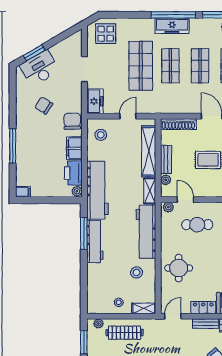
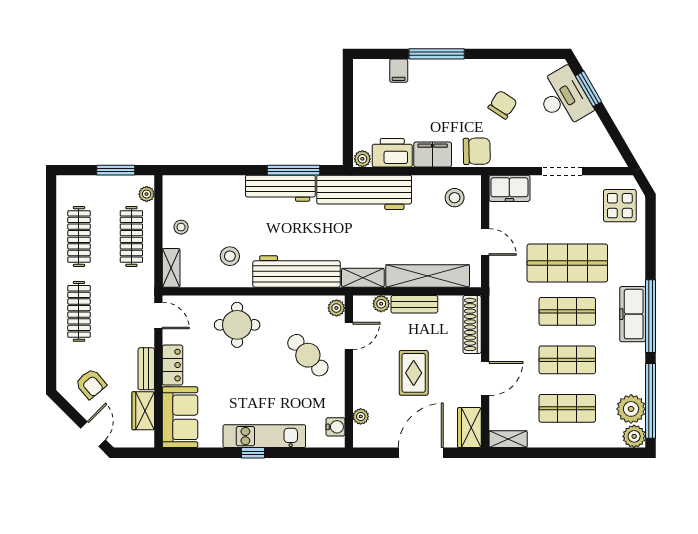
filing cabinet: (23, 192) -> (399, 71), moved
cafe table: (197, 225) -> (308, 355), turned -43

